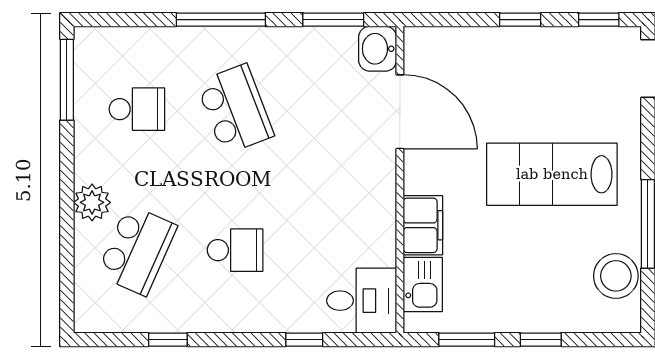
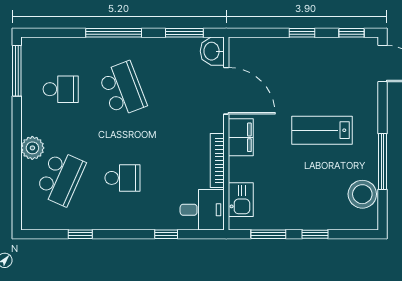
lab bench: (552, 174) -> (322, 130), width x0.73, depth x0.72
bookcase: (386, 222) -> (217, 161), added
filing cabinet: (423, 225) -> (241, 137), moved

